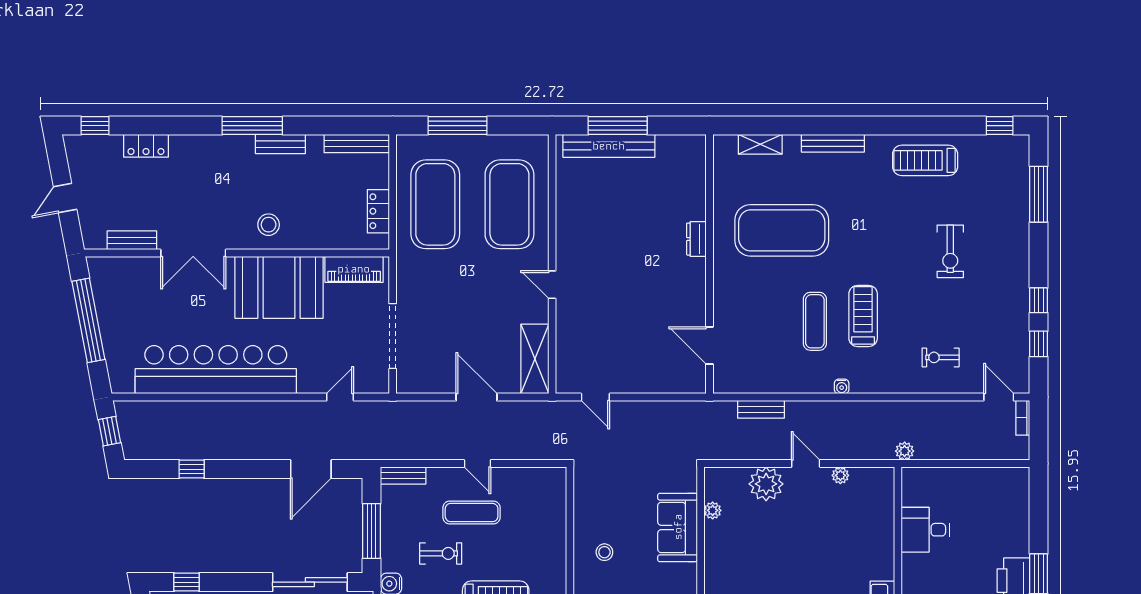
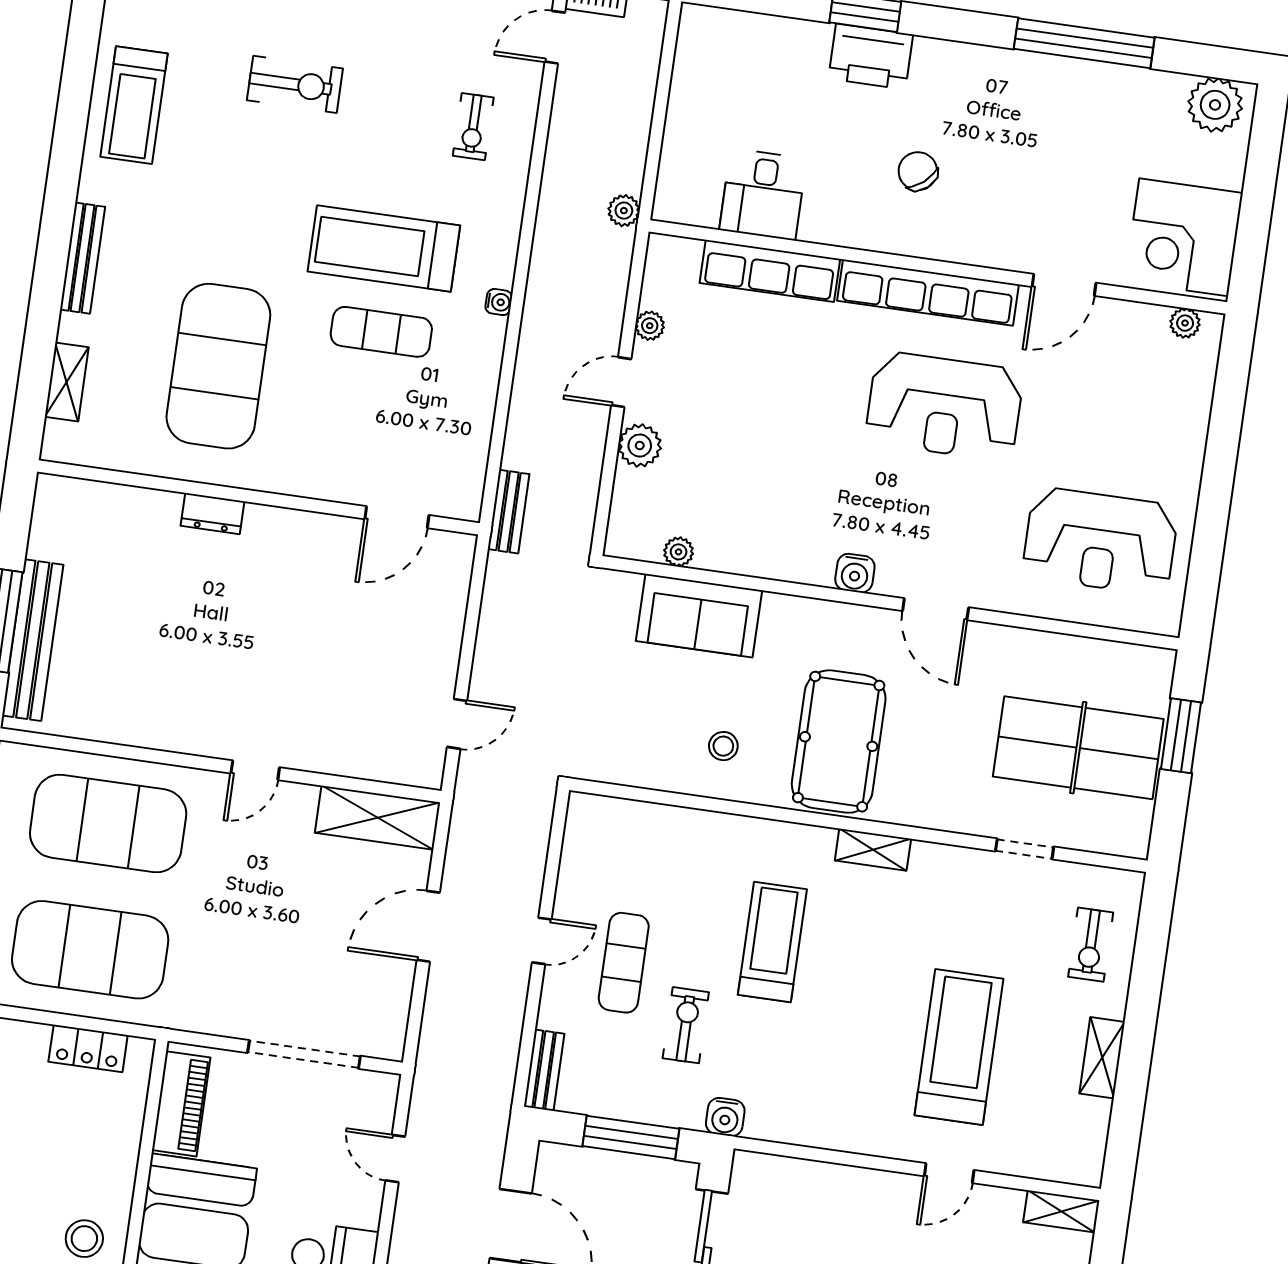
treadmill: (863, 316) -> (384, 249), width x1.37, depth x1.38
bench: (761, 409) -> (509, 512), moved
plant: (766, 484) -> (640, 446), width x0.73, depth x0.73
row of seats: (882, 540) -> (770, 271), added

